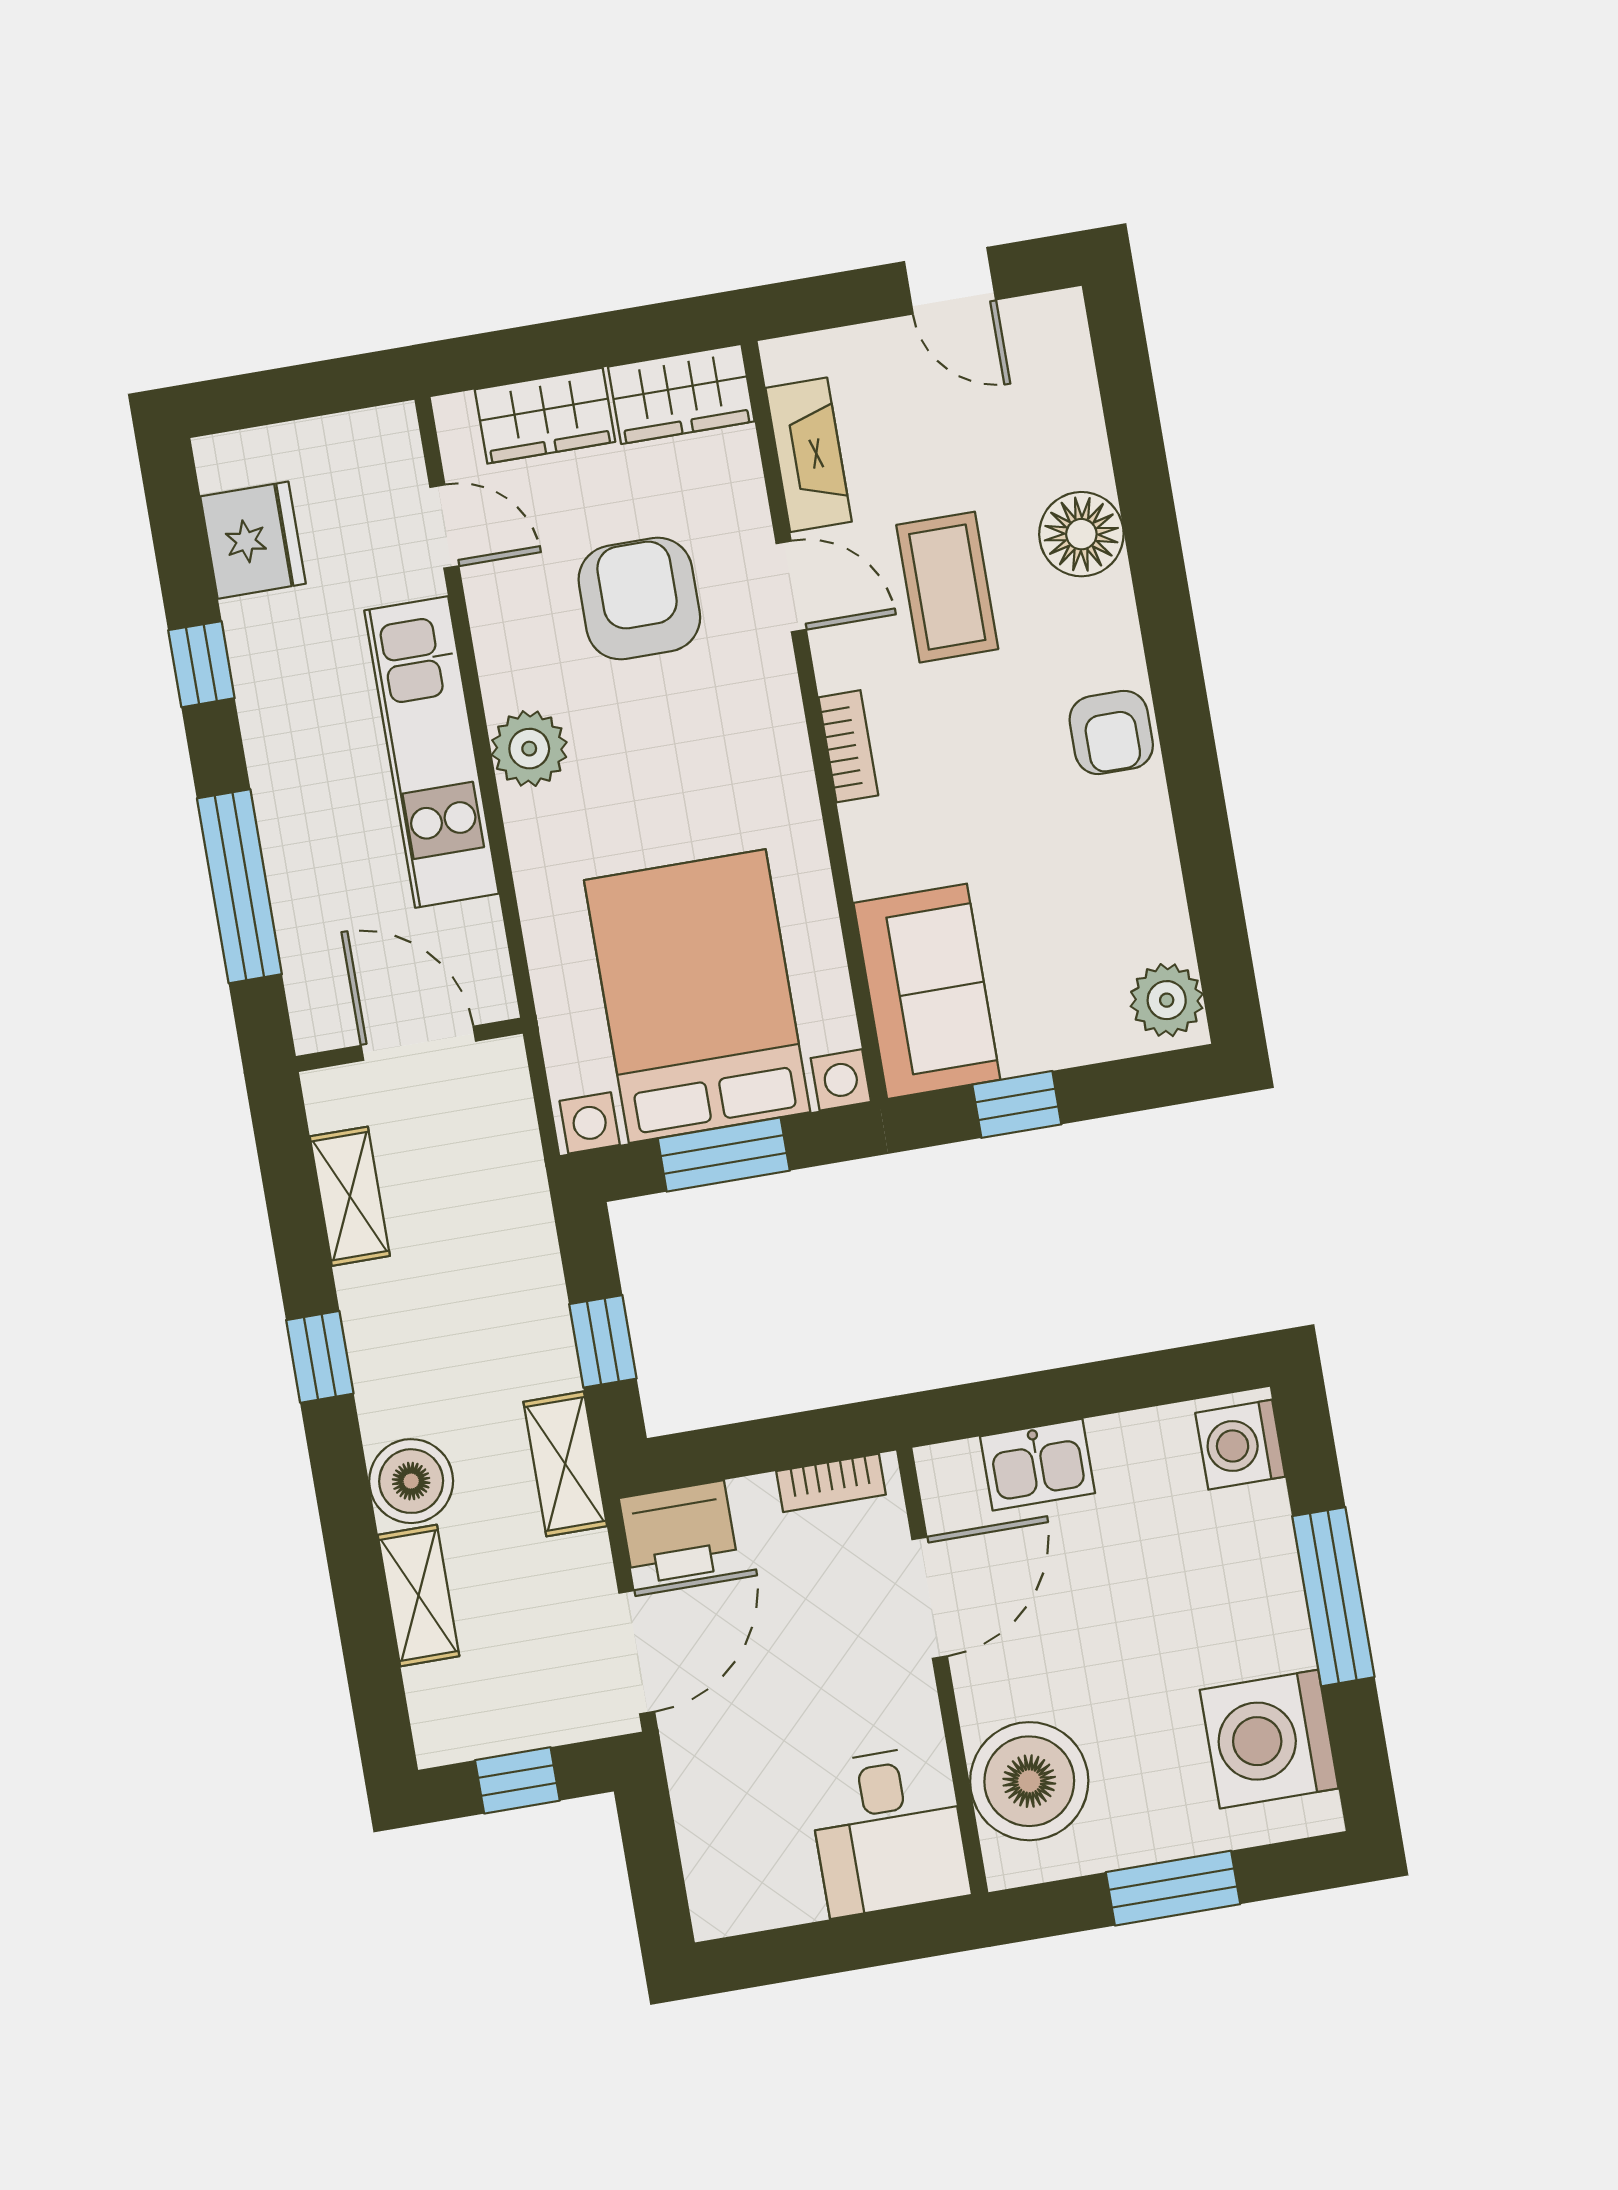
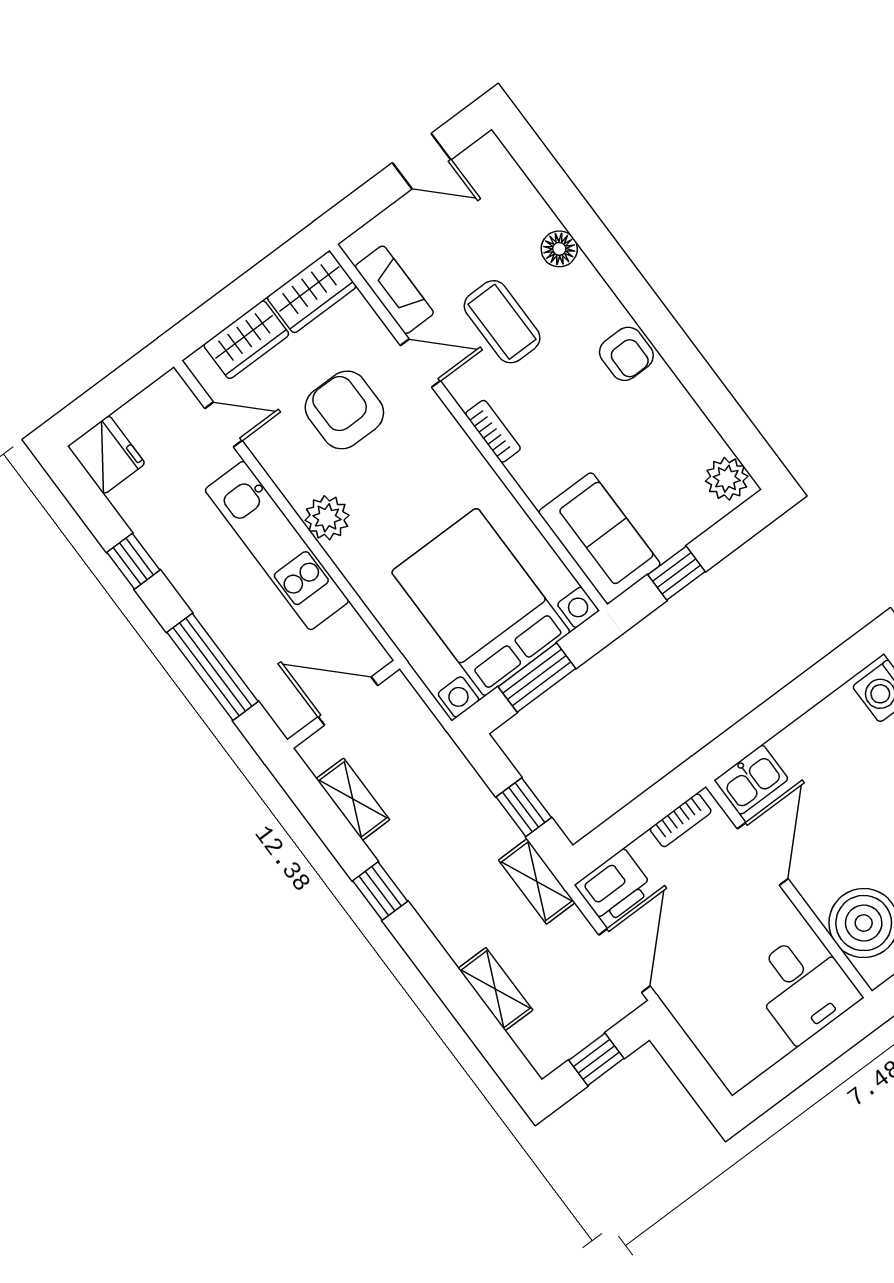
floor lamp: (1081, 534) -> (559, 249), width x0.73, depth x0.73
fridge: (253, 540) -> (106, 455), moved
kitchen sink: (1038, 1465) -> (751, 780), moved
boiler: (411, 1481) -> (461, 931), removed

